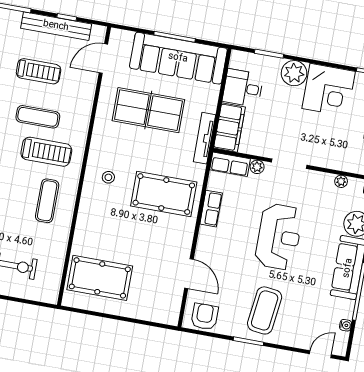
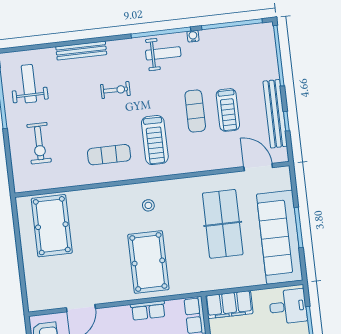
desk: (243, 88) -> (288, 306), moved, turned 90
exercise mat: (38, 117) -> (195, 111), moved
tv unit: (204, 138) -> (212, 284), removed

